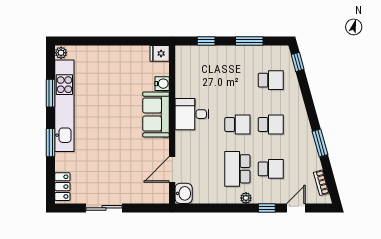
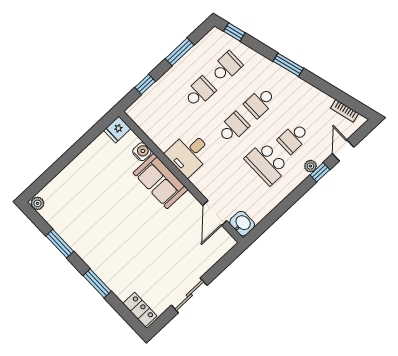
school desk: (237, 80) -> (200, 92), added
kitchen unit: (64, 106) -> (80, 243), removed
school desk: (271, 124) -> (260, 102), turned 180
window: (320, 143) -> (288, 65), moved
school desk: (271, 169) -> (293, 138), turned 180
plant: (246, 198) -> (310, 166), moved

